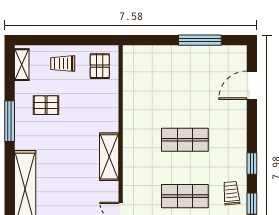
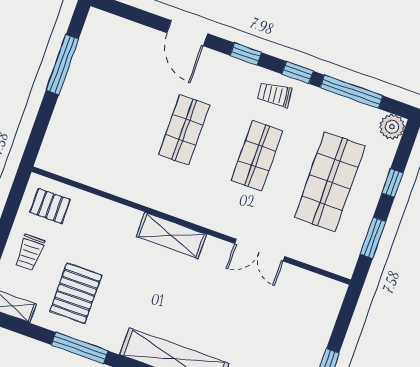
door: (252, 85) -> (187, 33), moved
pallet: (46, 105) -> (76, 293), width x1.50, depth x1.42

